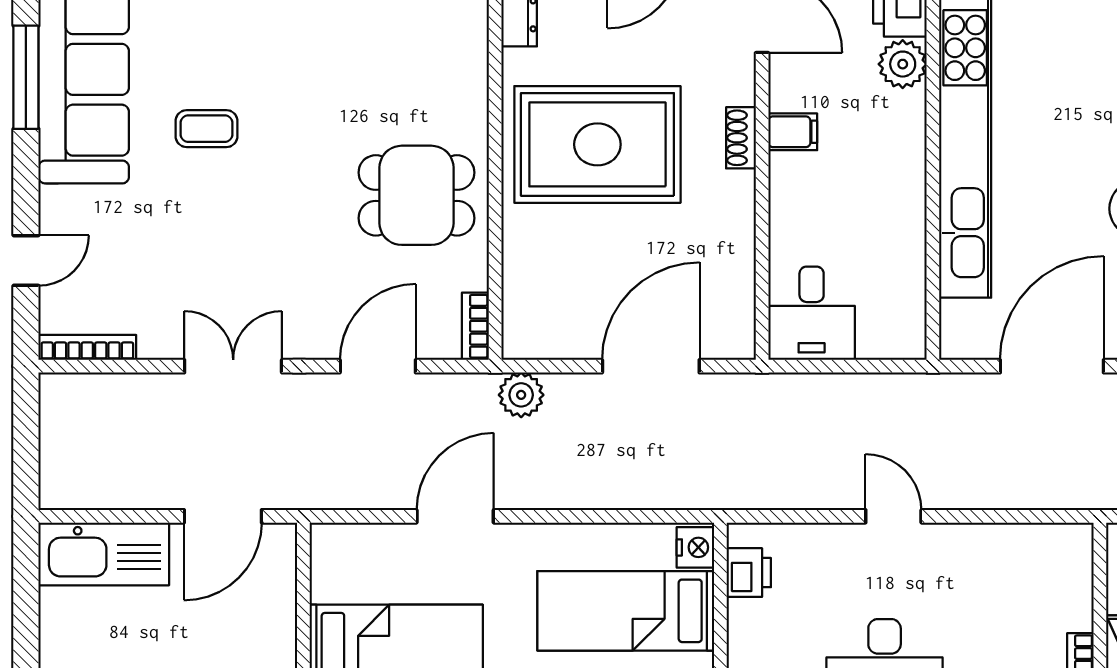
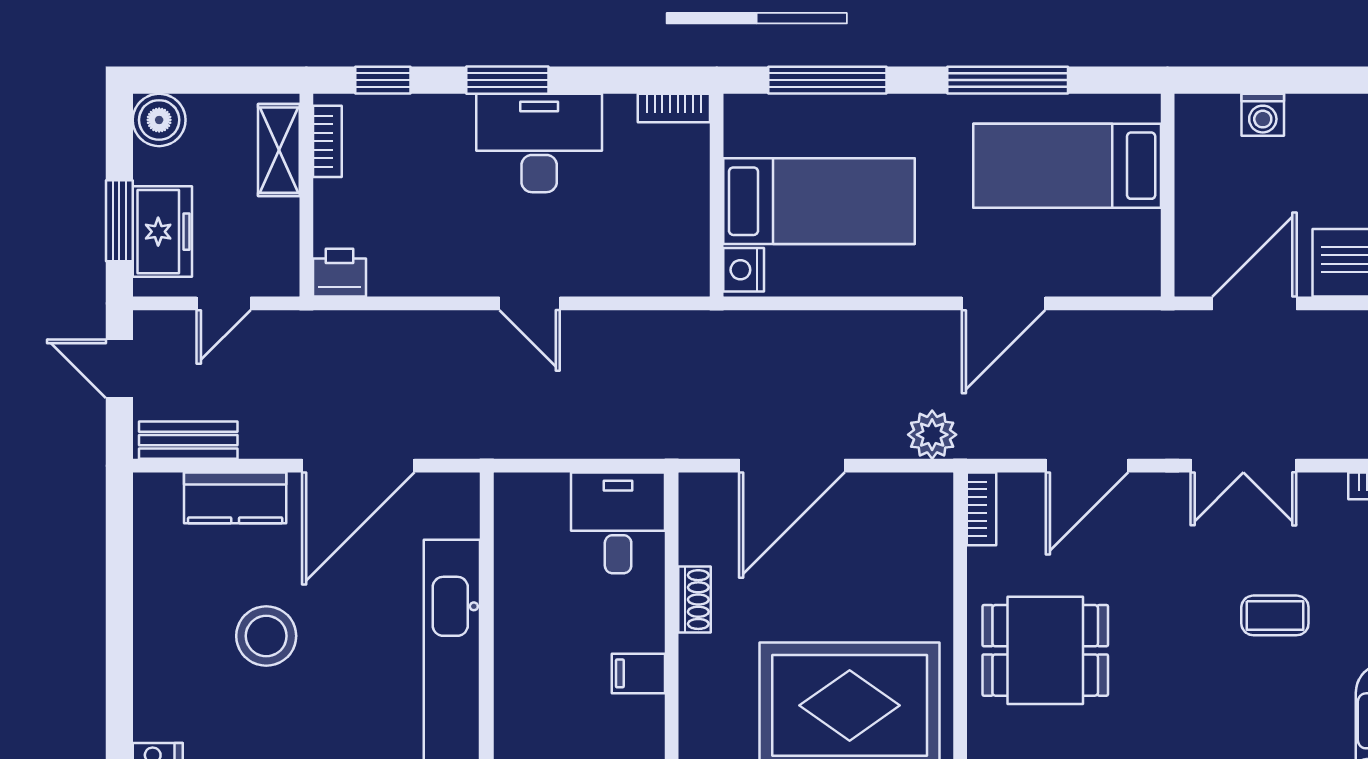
coffee table: (207, 129) -> (1275, 615), moved
filing cabinet: (793, 132) -> (638, 673), moved
shoe rack: (741, 138) -> (694, 600), moved
printer: (749, 573) -> (340, 273), moved, turned 90

